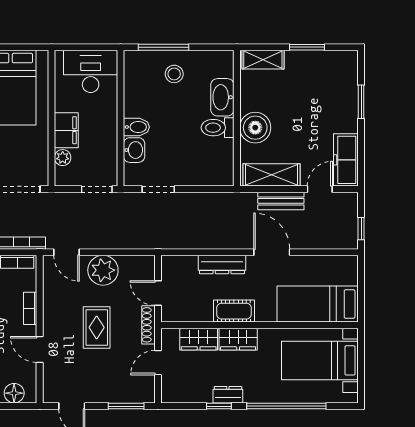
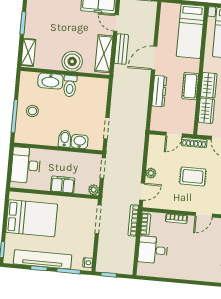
plant: (63, 158) -> (94, 190), moved
plant: (103, 270) -> (151, 173), width x0.53, depth x0.53

